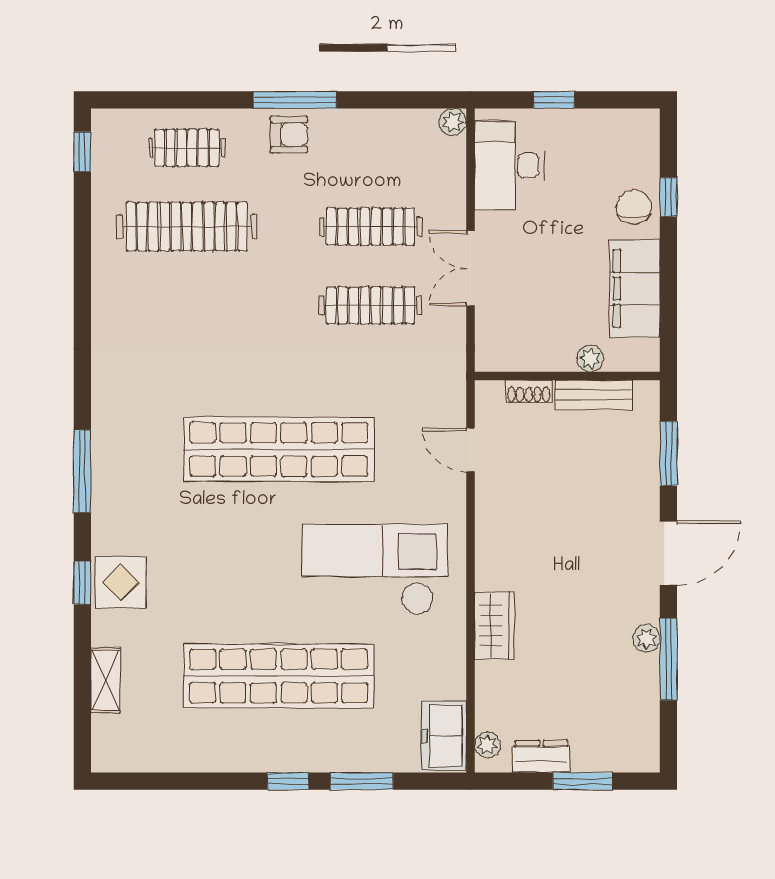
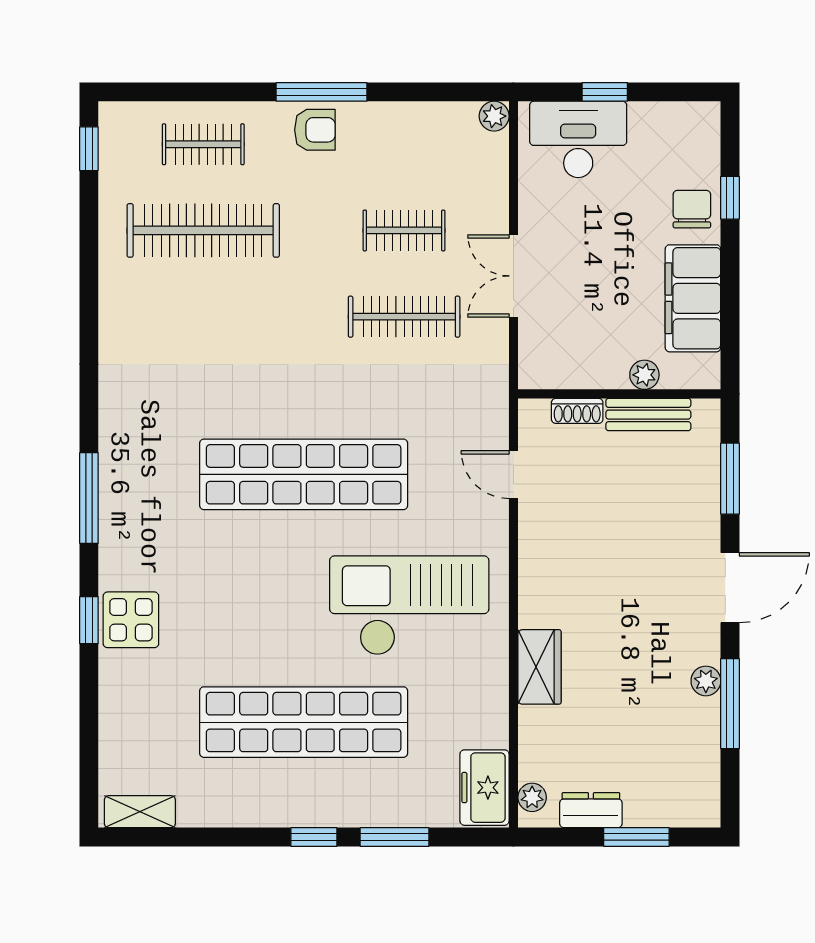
desk: (509, 165) -> (578, 139), moved, turned 90
clothes rail: (370, 227) -> (404, 230), width x0.73
shelving: (105, 680) -> (140, 812), moved, turned 90

